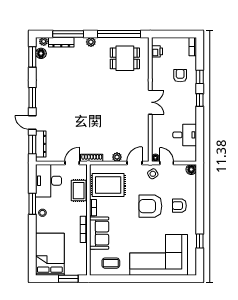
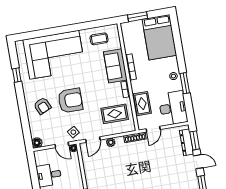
rug: (108, 185) -> (115, 114), width x0.73, depth x0.70
armchair: (179, 206) -> (42, 106), turned 66

